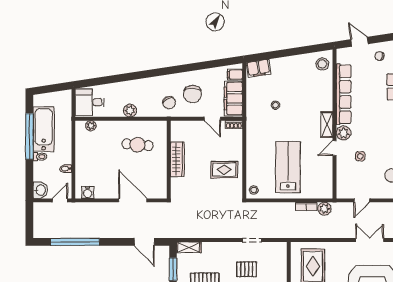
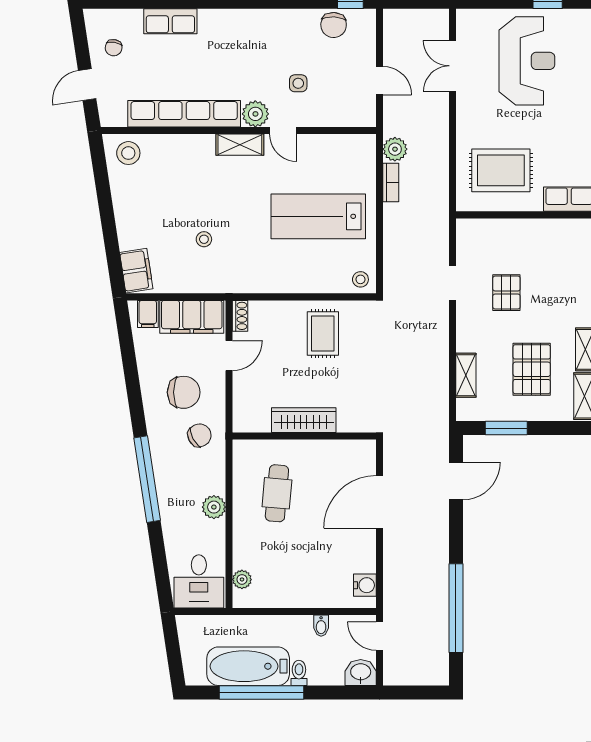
window: (145, 74) -> (147, 479), added
shelving: (189, 247) -> (466, 375), moved

